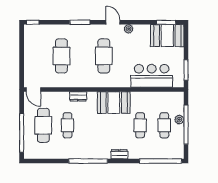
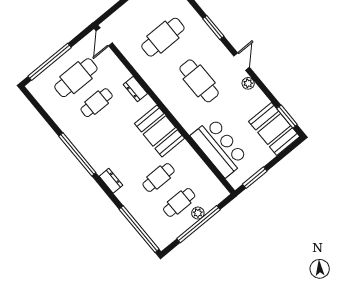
cafe table: (104, 56) -> (199, 81), turned 90

